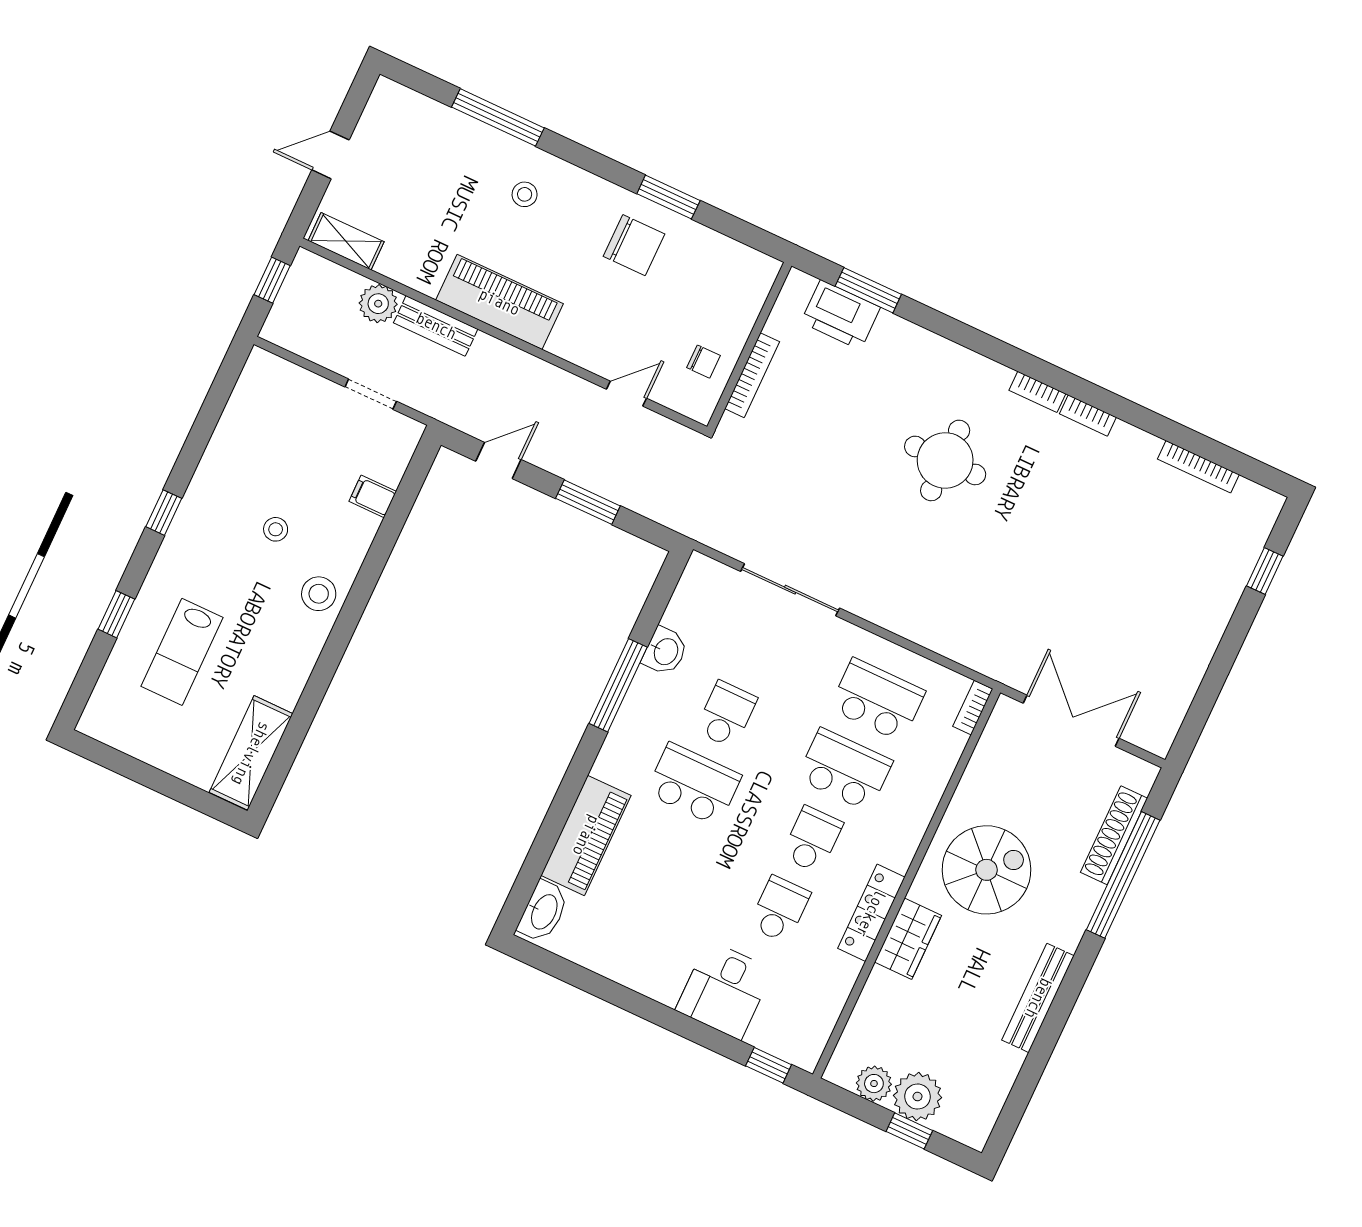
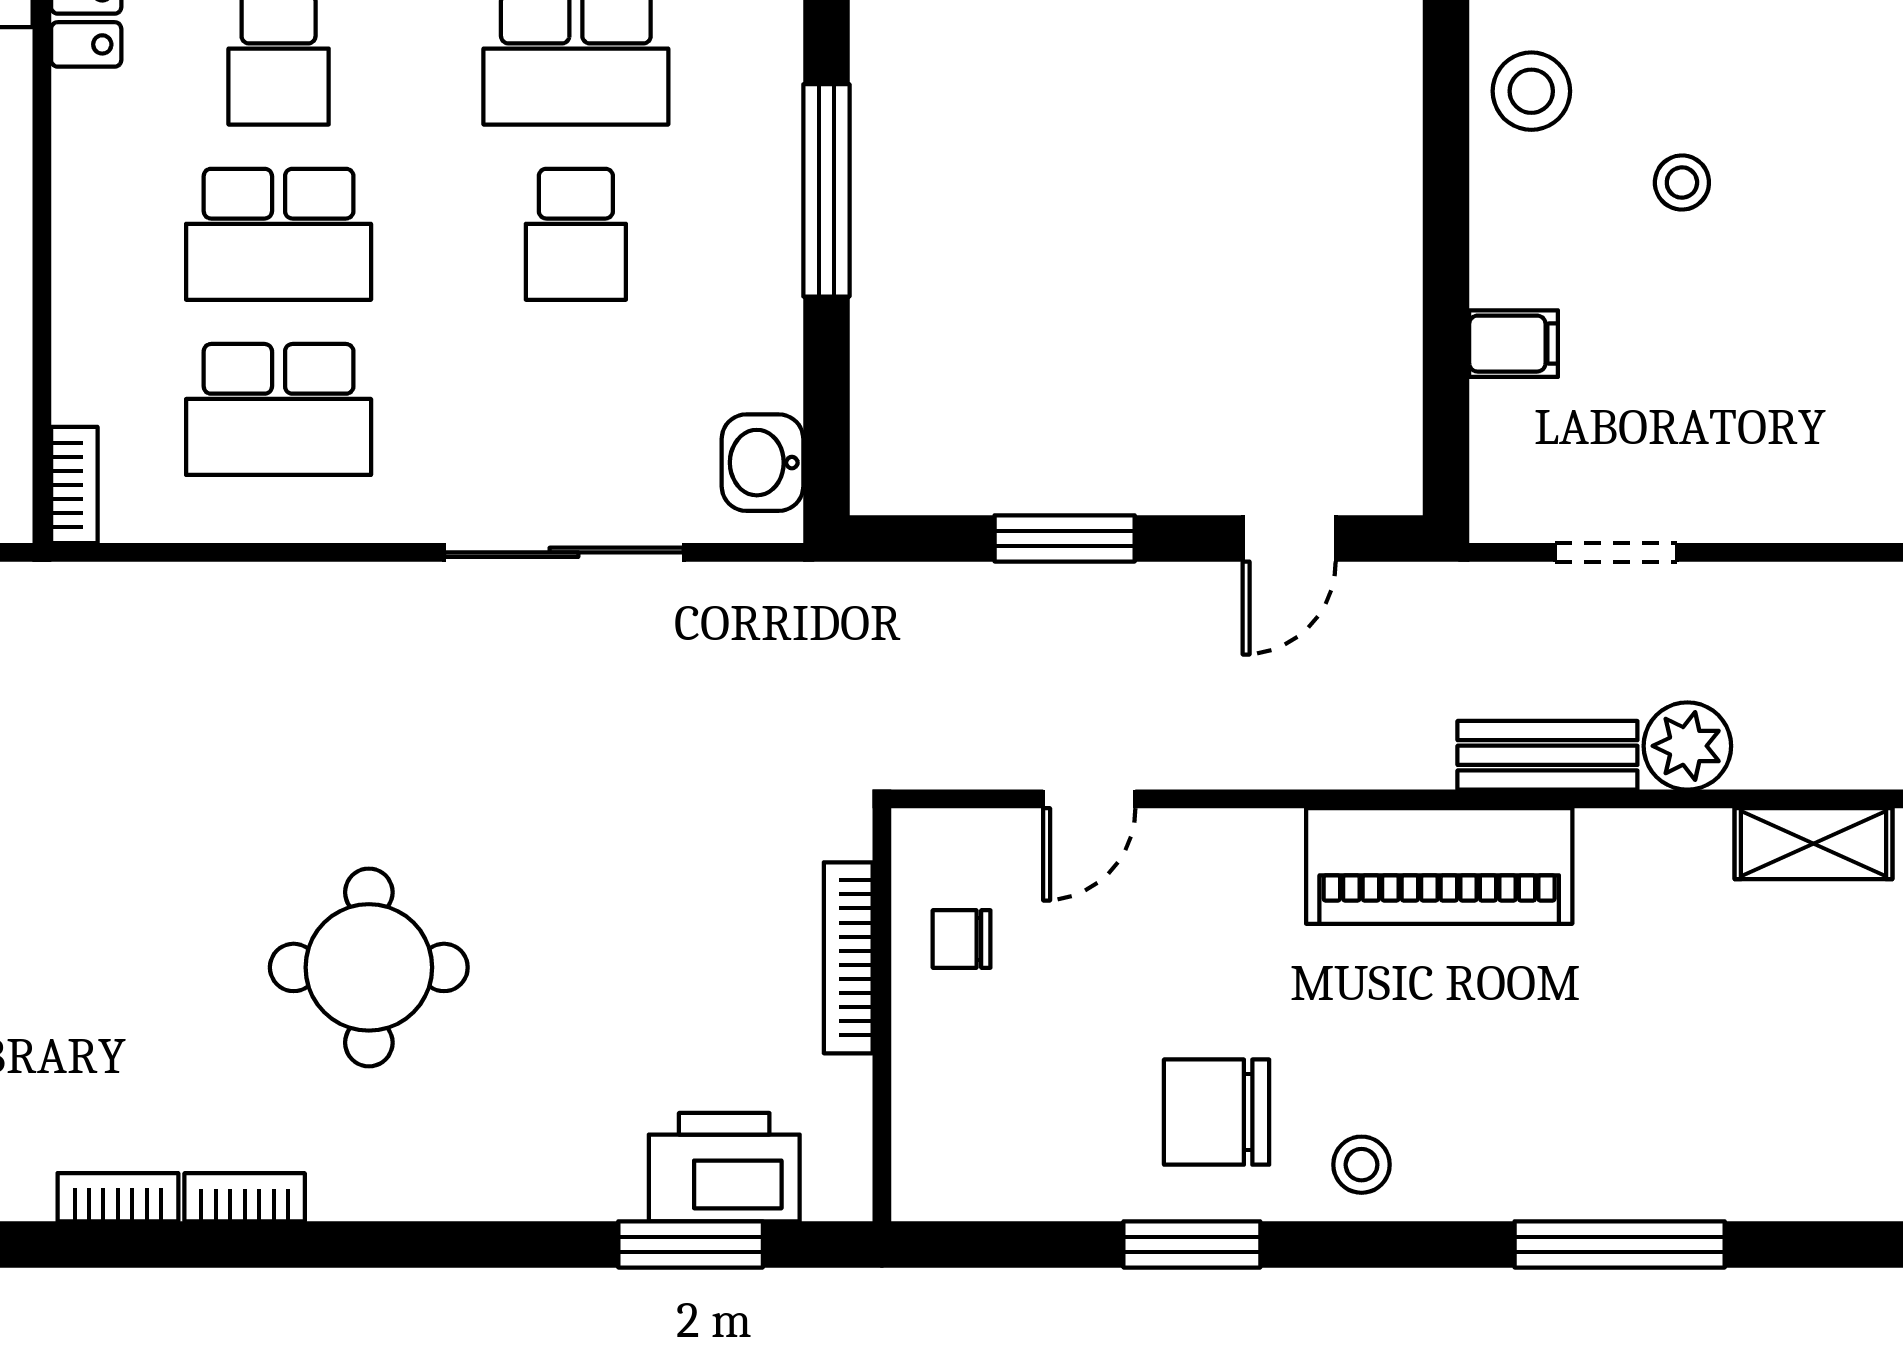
stool: (525, 194) -> (1362, 1165), moved
washbasin: (665, 651) -> (763, 463), moved

